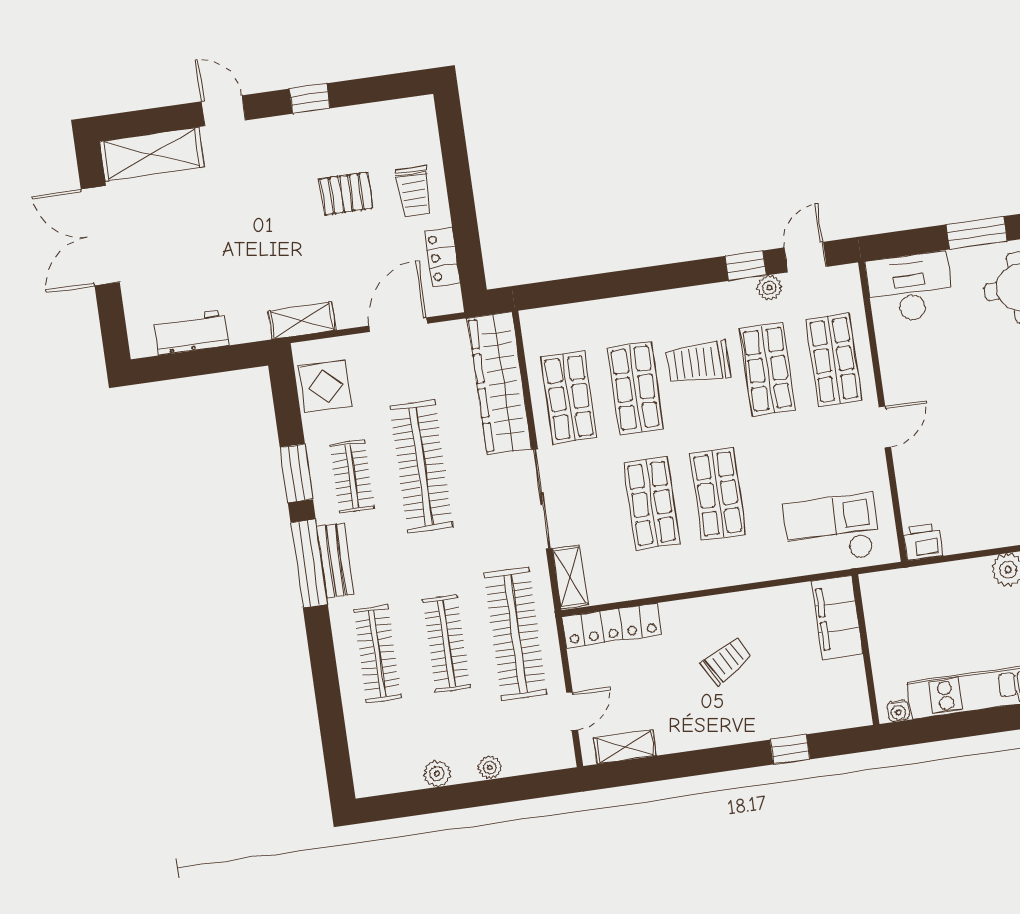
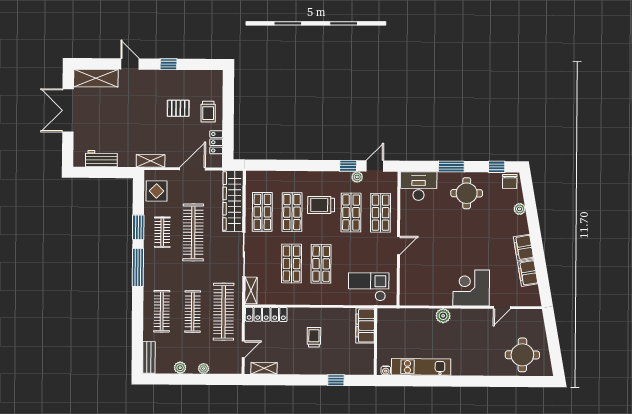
printer: (923, 542) -> (408, 298), removed
bench: (335, 561) -> (149, 357), moved
trolley: (726, 661) -> (314, 337), turned -59

